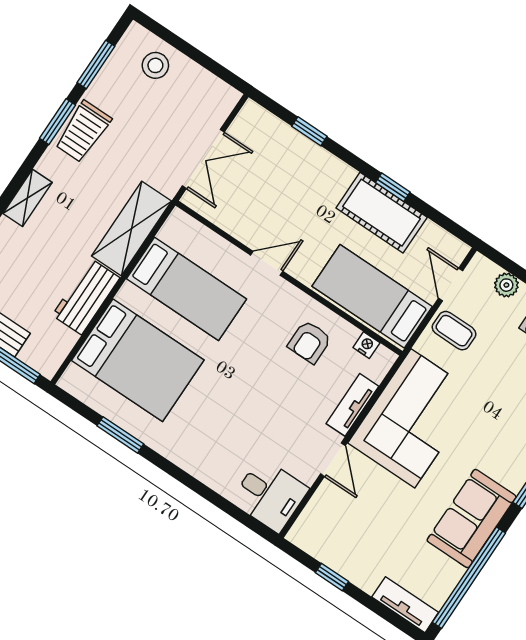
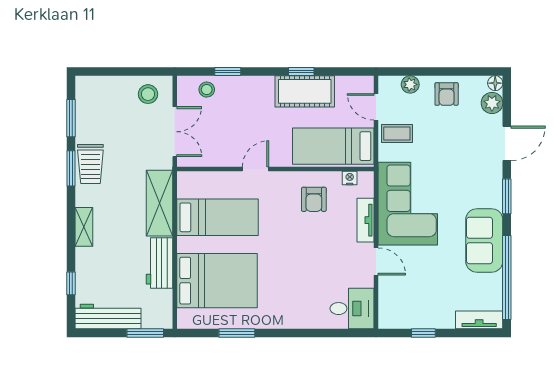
stool: (155, 65) -> (148, 94), moved
stool: (272, 136) -> (207, 90), added

